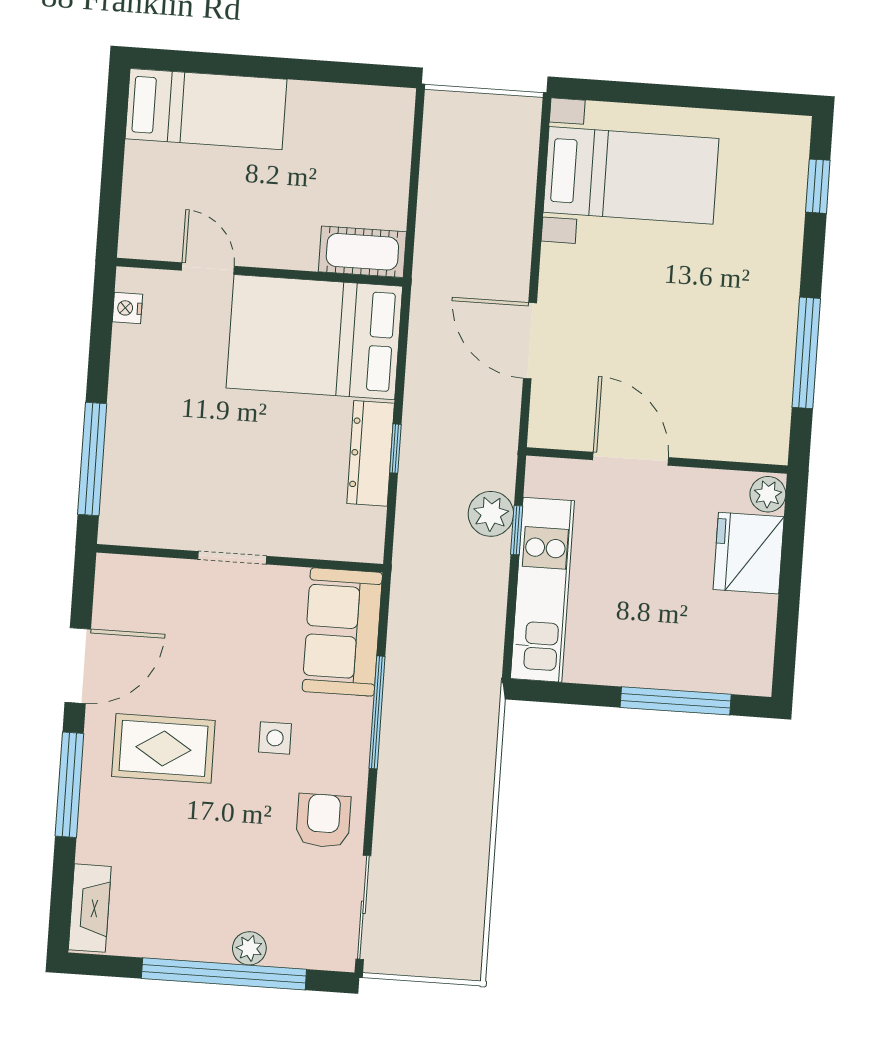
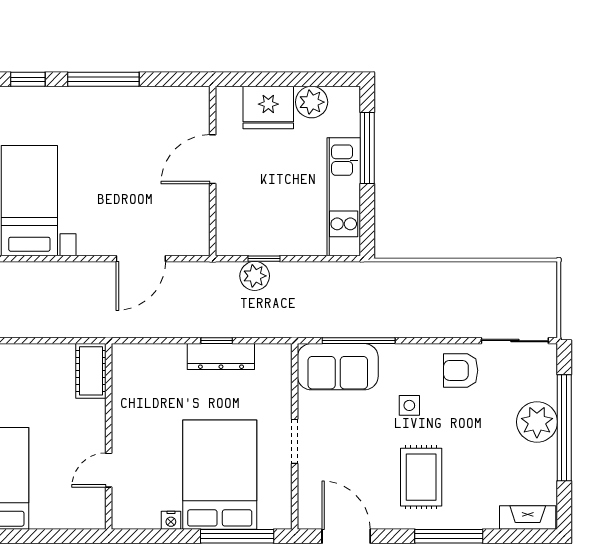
nightstand: (127, 308) -> (171, 520), moved
bed: (314, 337) -> (220, 475), moved, turned 180
window: (806, 353) -> (103, 79), moved
door: (631, 459) -> (213, 159), moved
plant: (768, 494) -> (312, 102), moved, width x1.38, depth x1.38
kitchen unit: (542, 590) -> (344, 197), moved, turned -90
door: (78, 666) -> (346, 536), moved
window: (377, 712) -> (359, 341), moved
plant: (249, 948) -> (537, 422), width x1.87, depth x1.87

